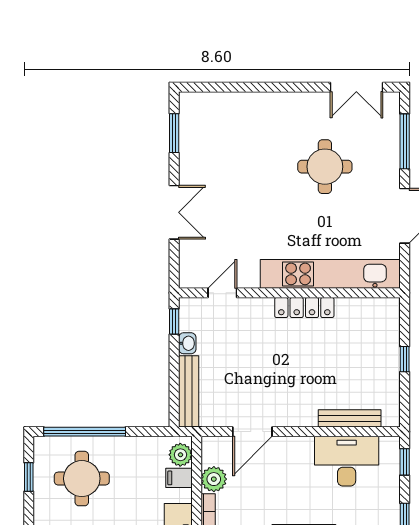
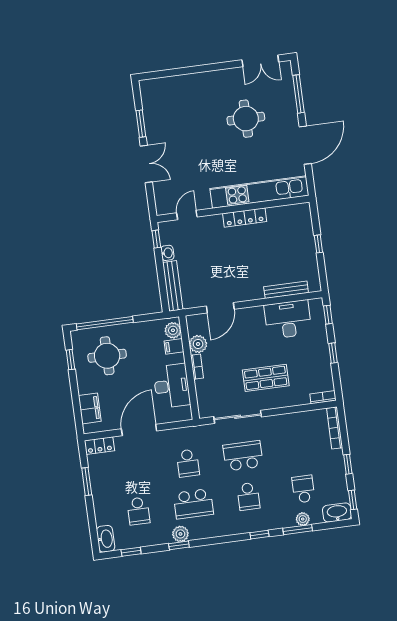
window: (174, 133) -> (141, 124), moved

